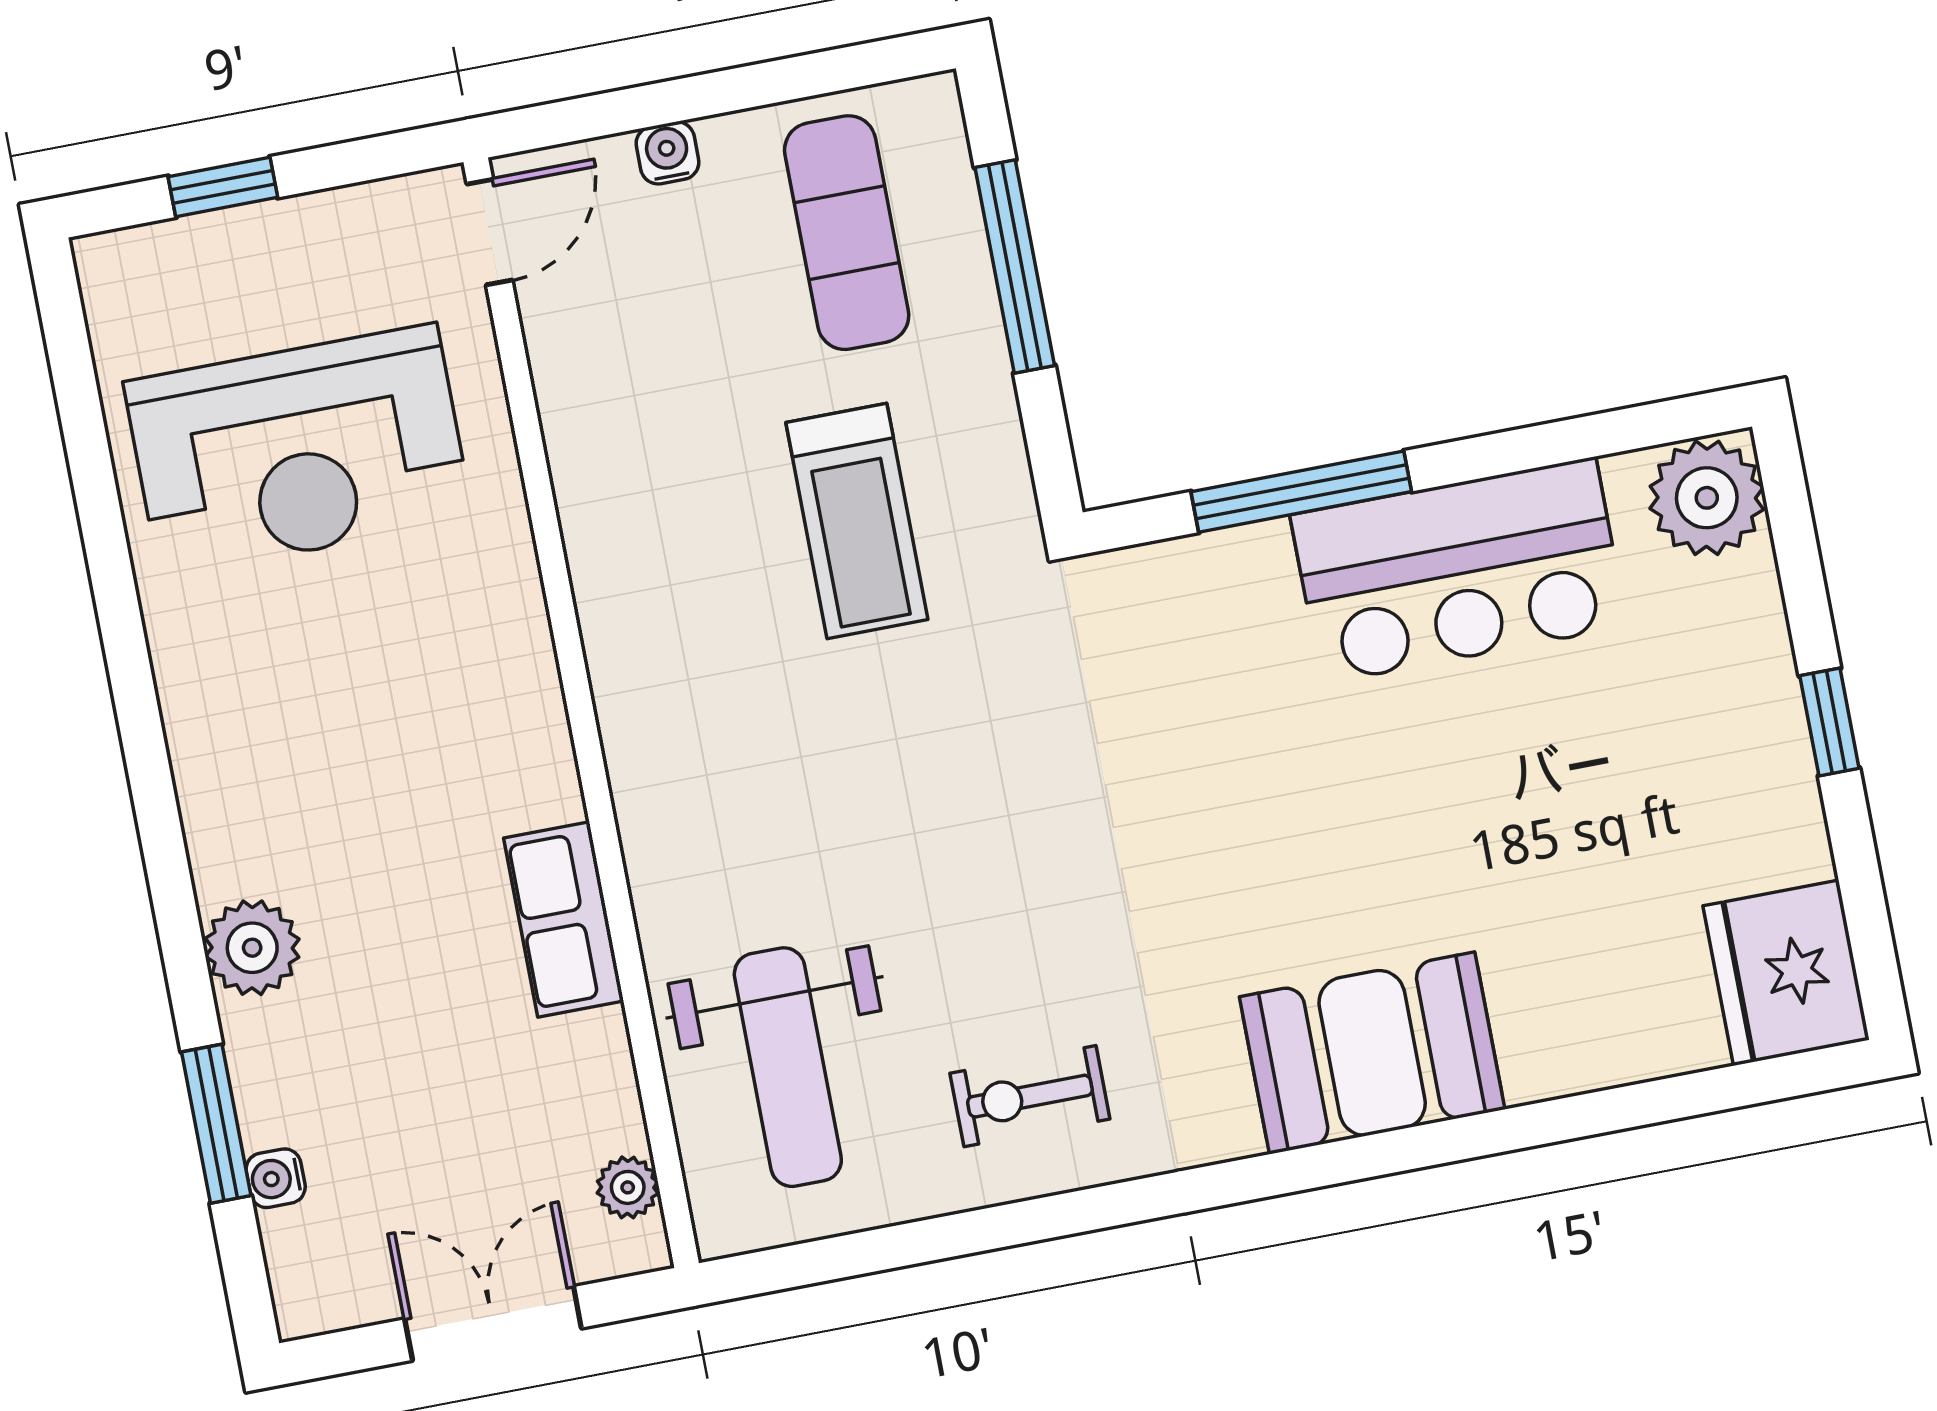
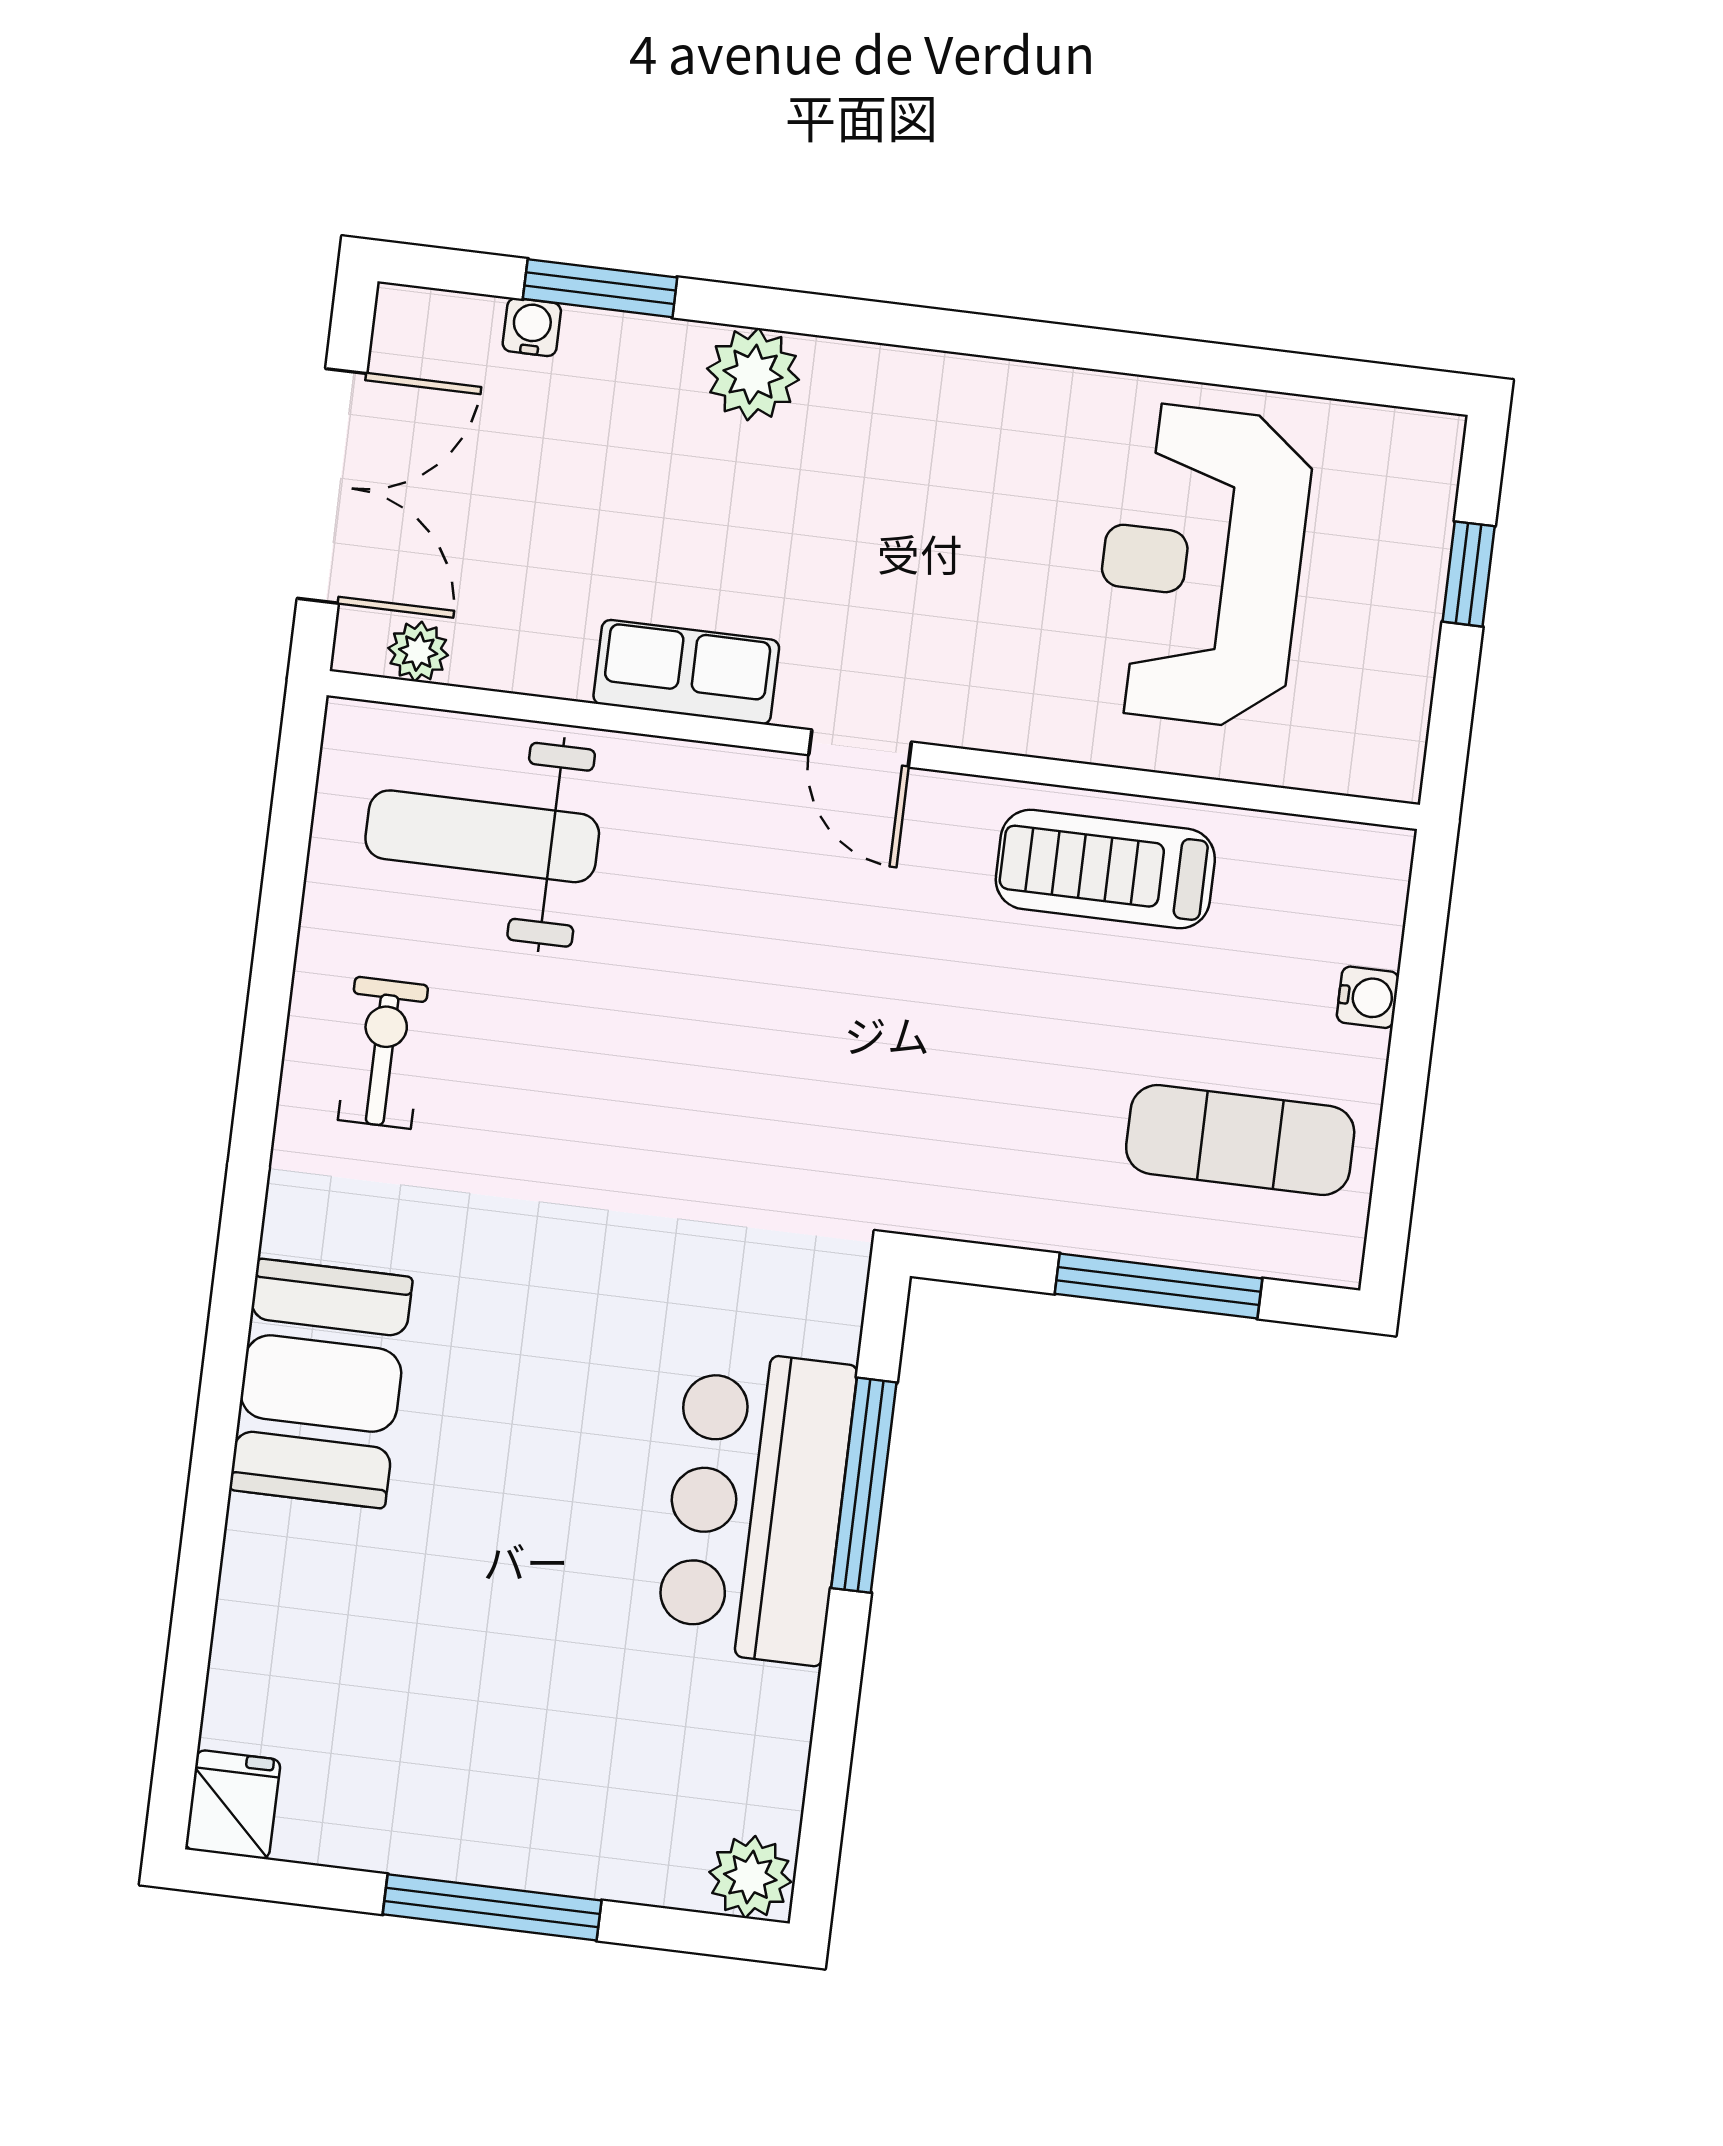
door: (490, 232) -> (860, 748), moved
plant: (1707, 498) -> (750, 1877), width x0.73, depth x0.73
treadmill: (857, 521) -> (1105, 869), moved
bar counter: (1459, 571) -> (756, 1506), moved
window: (1829, 722) -> (492, 1907), width x2.17
fridge: (1786, 973) -> (233, 1805), width x0.53, depth x0.75
double door: (493, 1323) -> (332, 486), width x1.37

